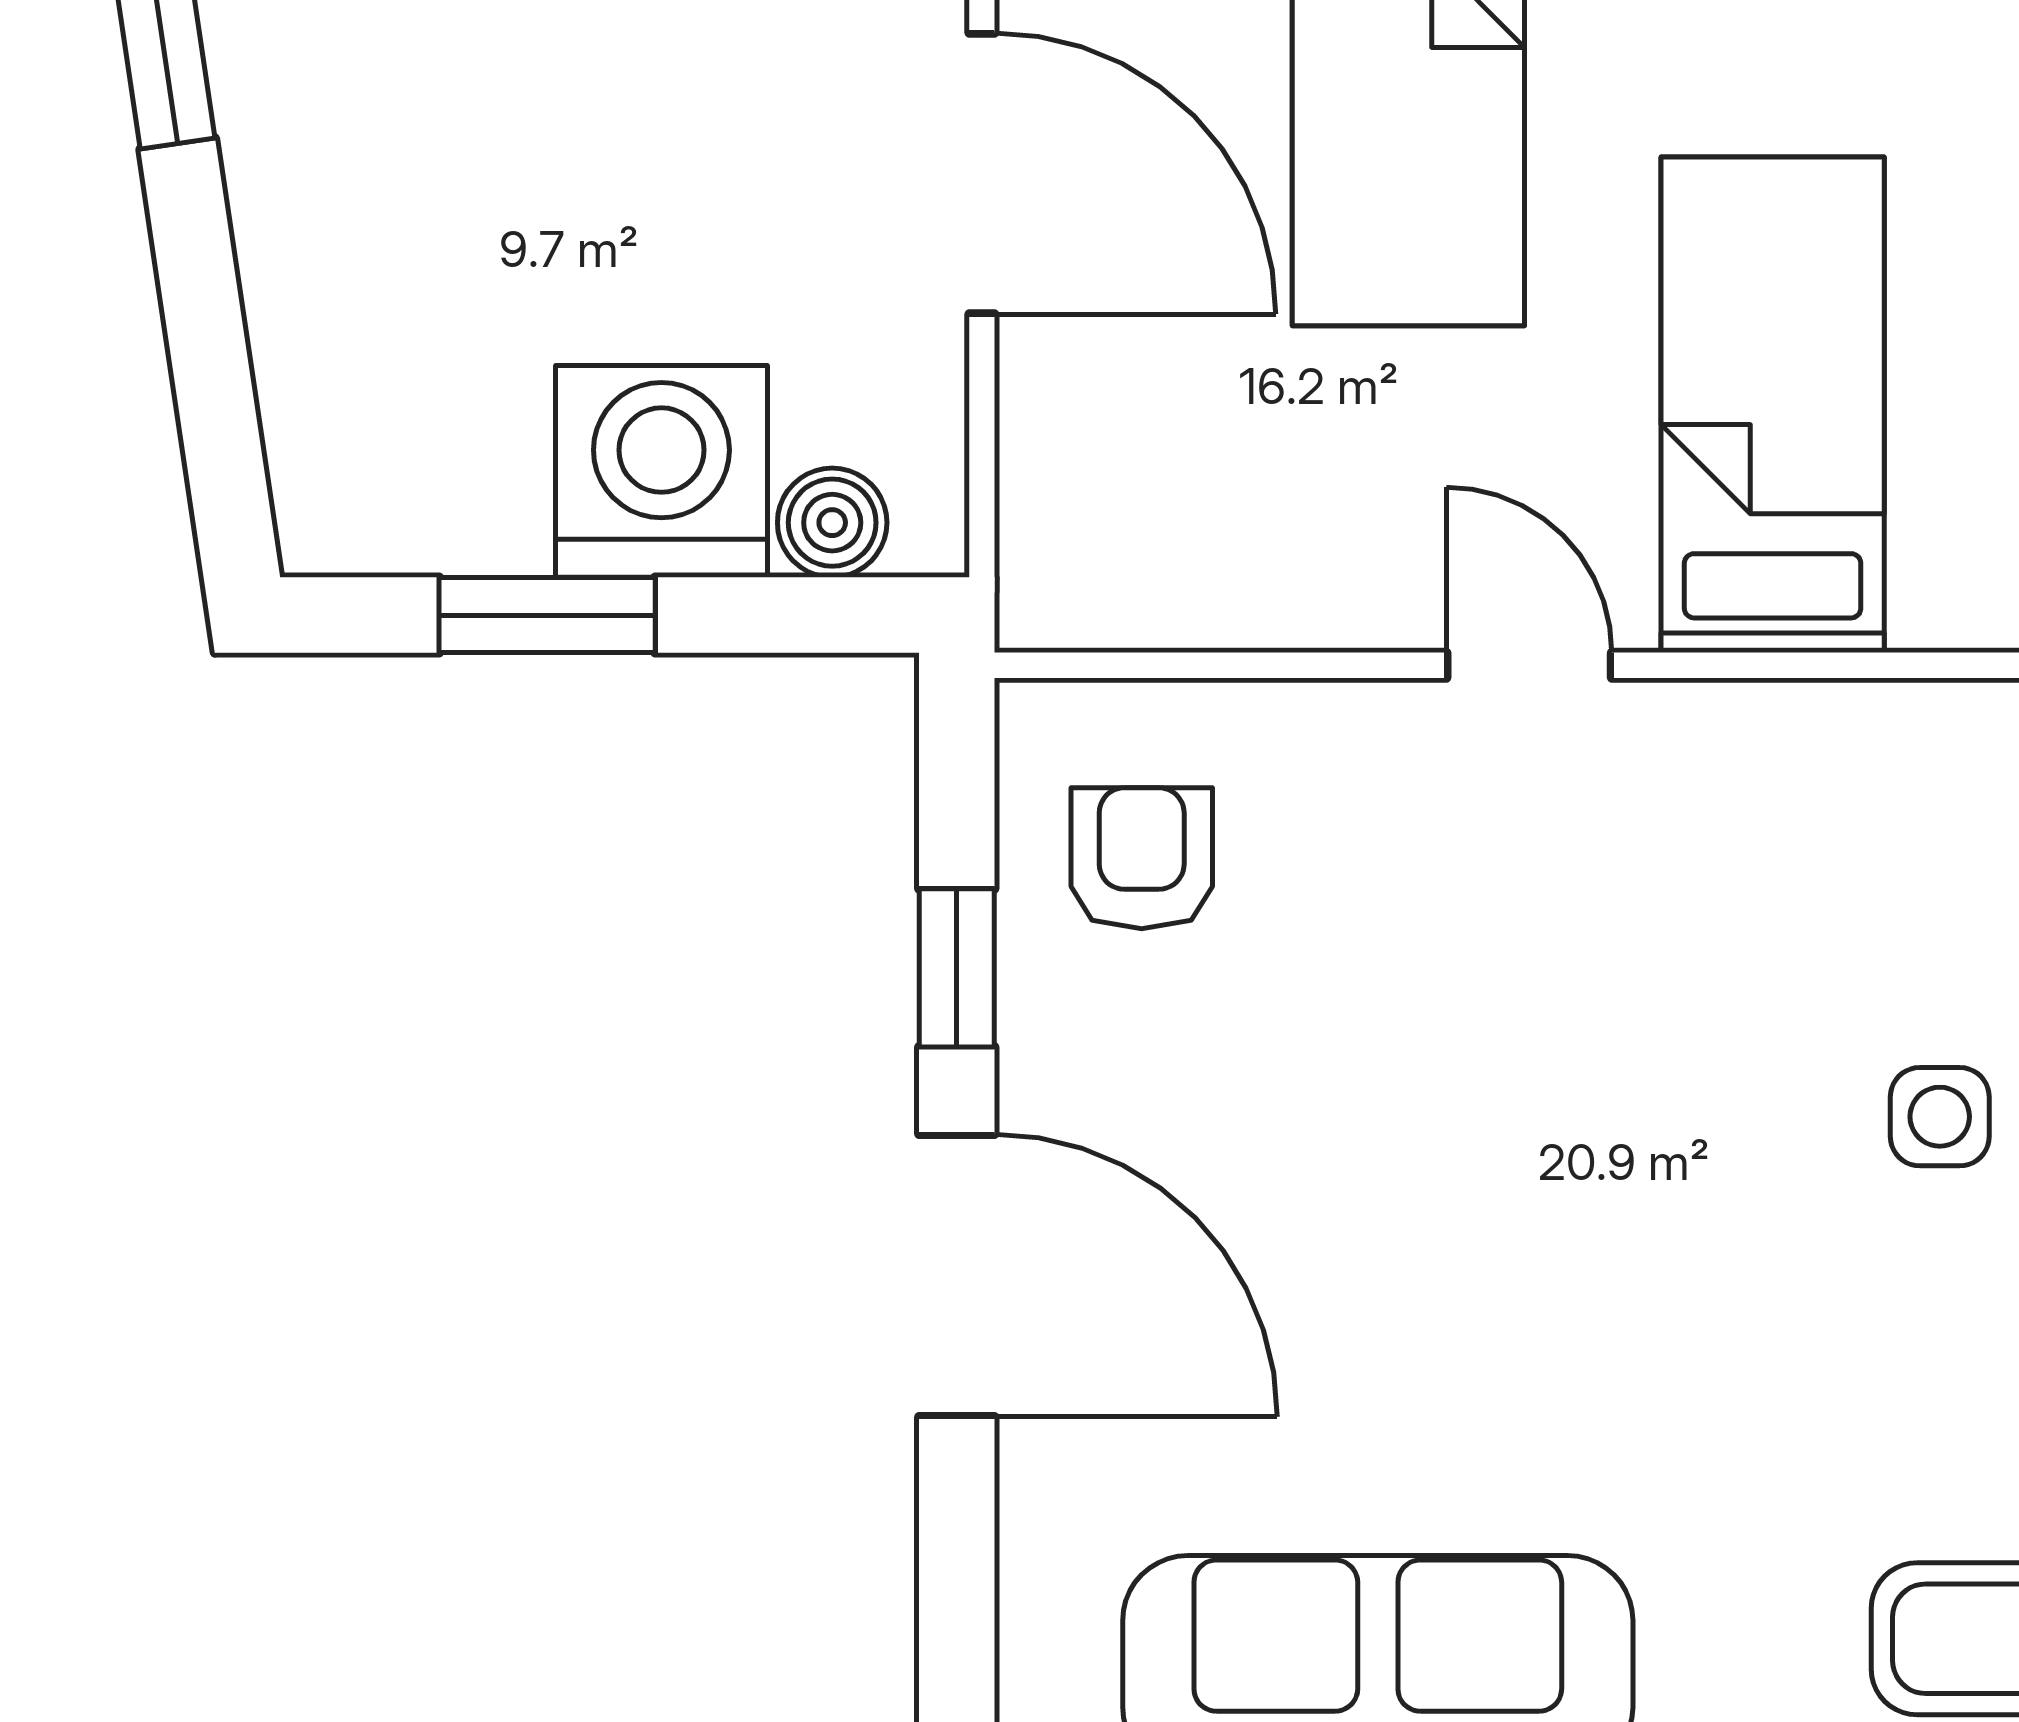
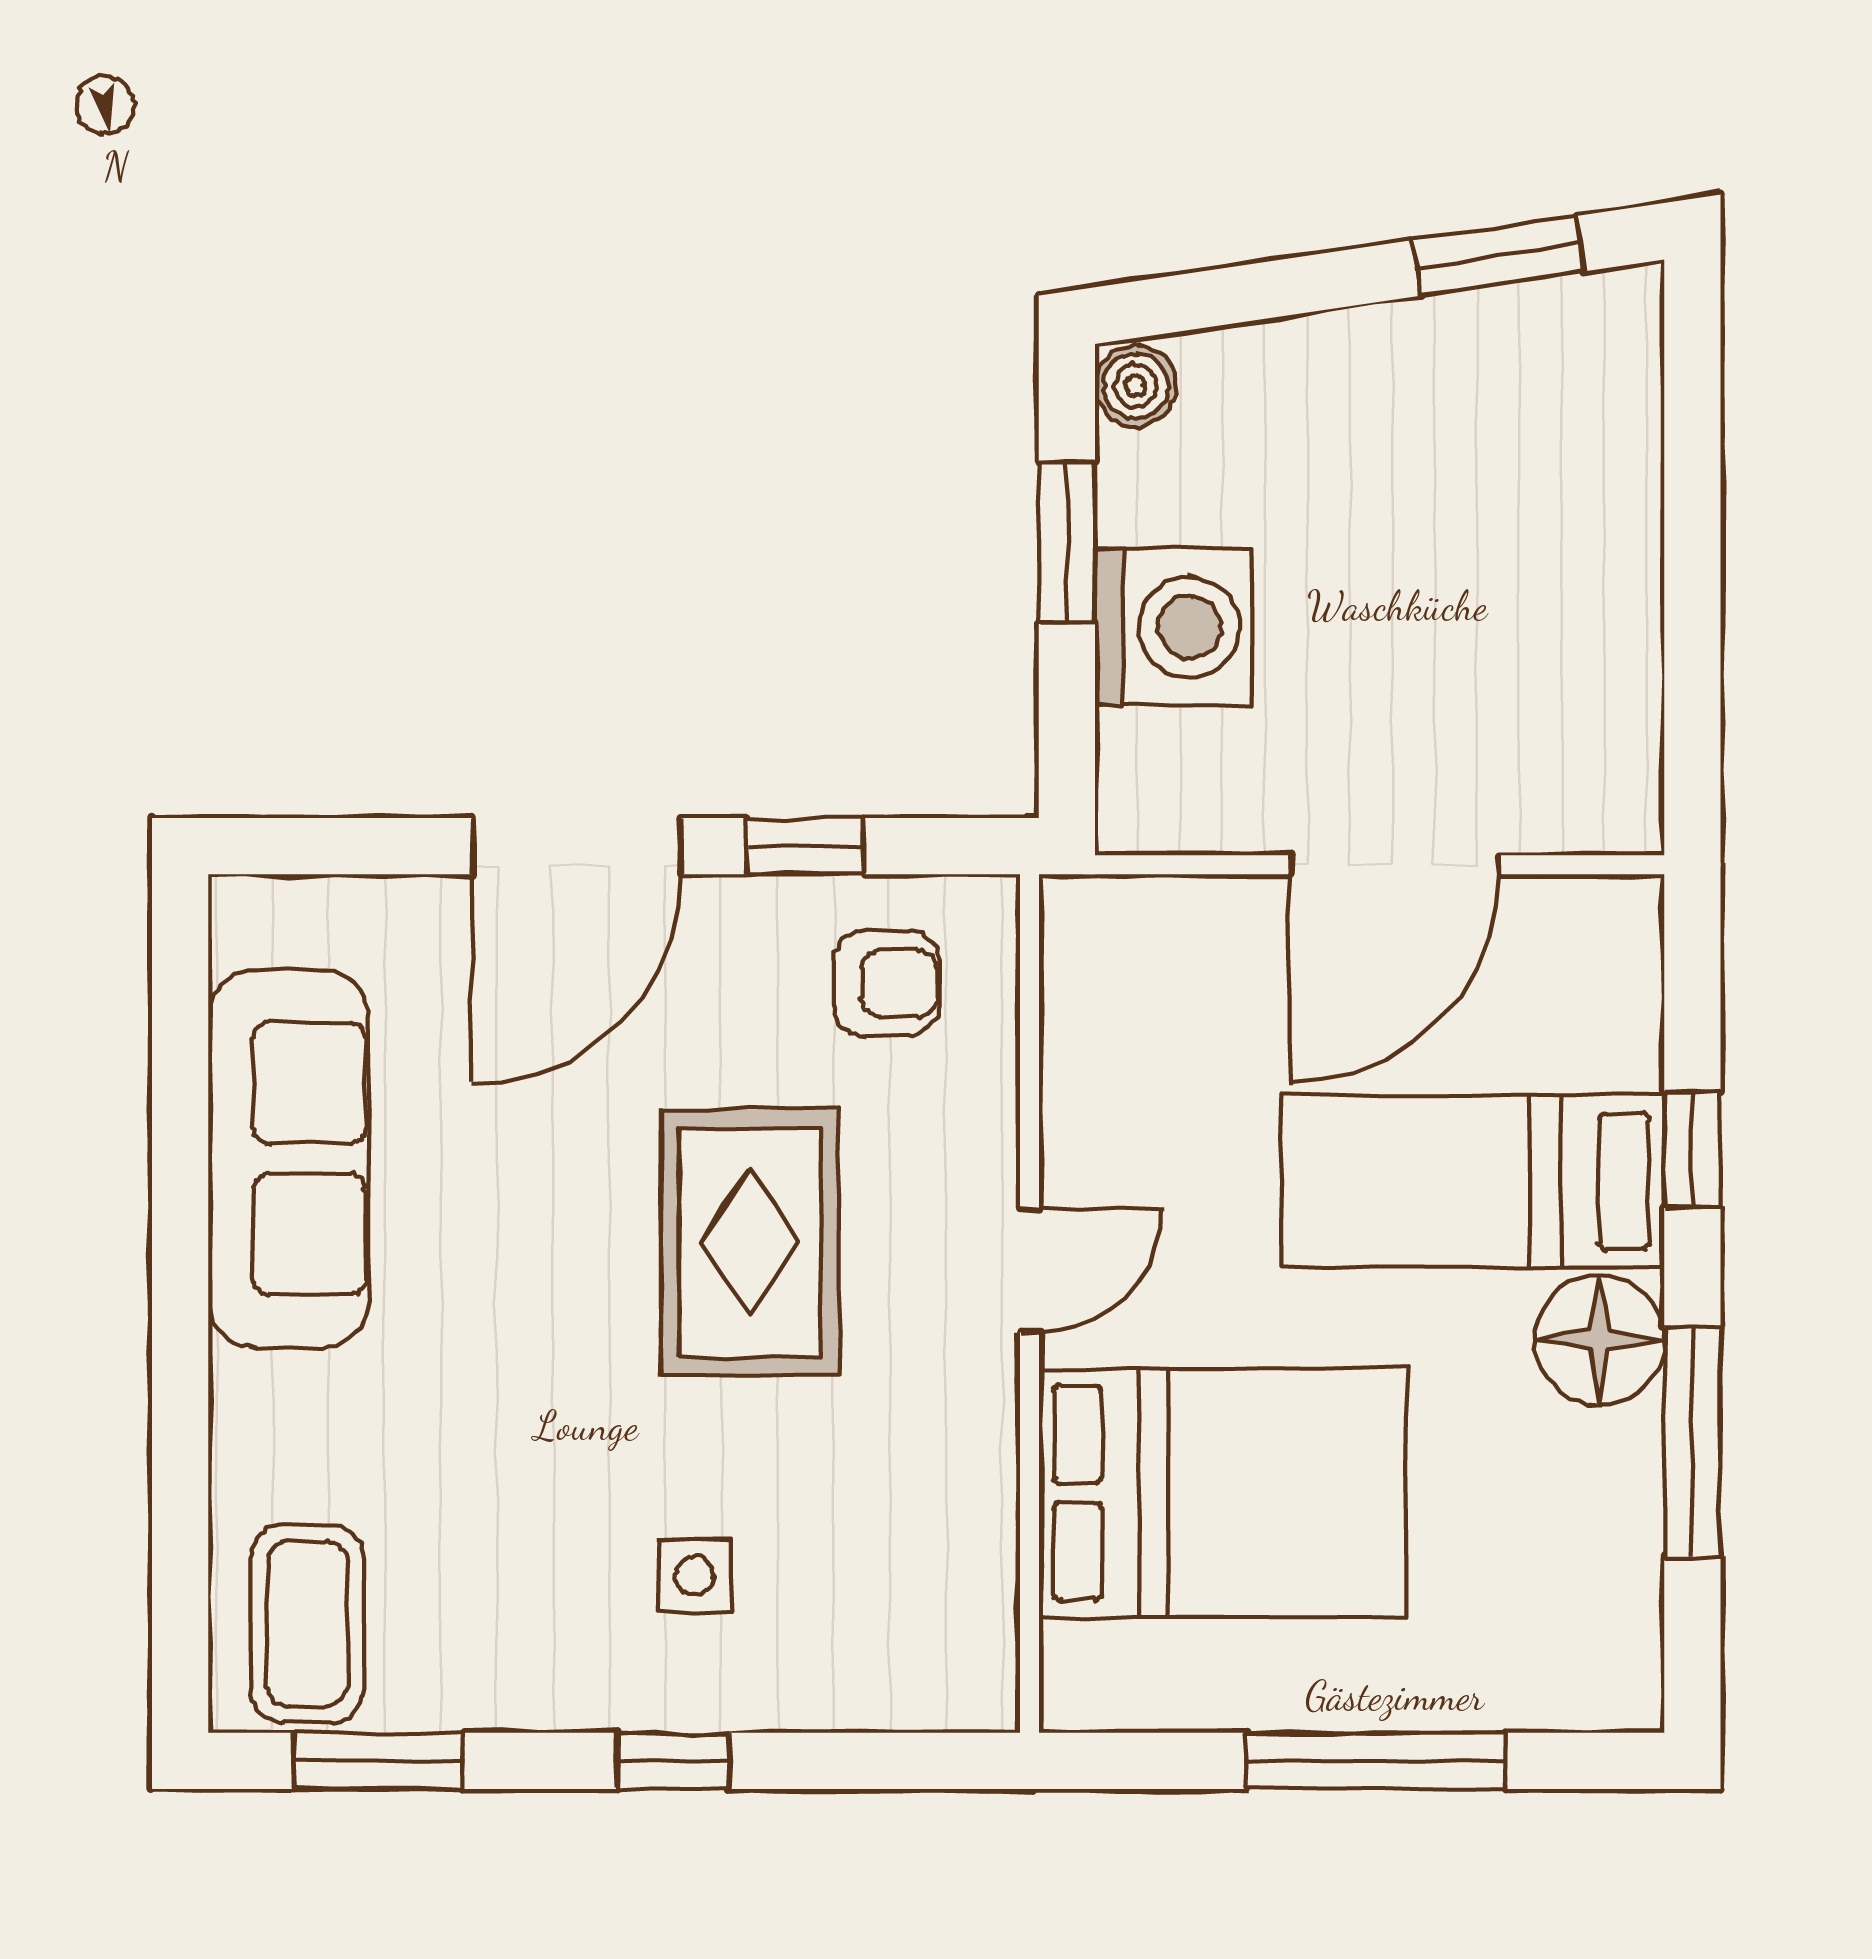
bed: (1773, 405) -> (1223, 1493), width x1.50
boiler: (832, 523) -> (1135, 386), moved
rug: (1491, 1042) -> (750, 1242), added

